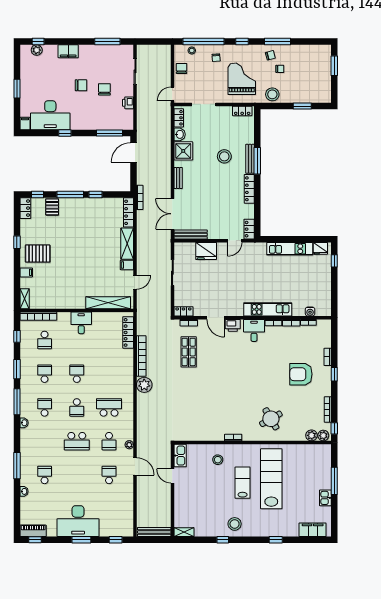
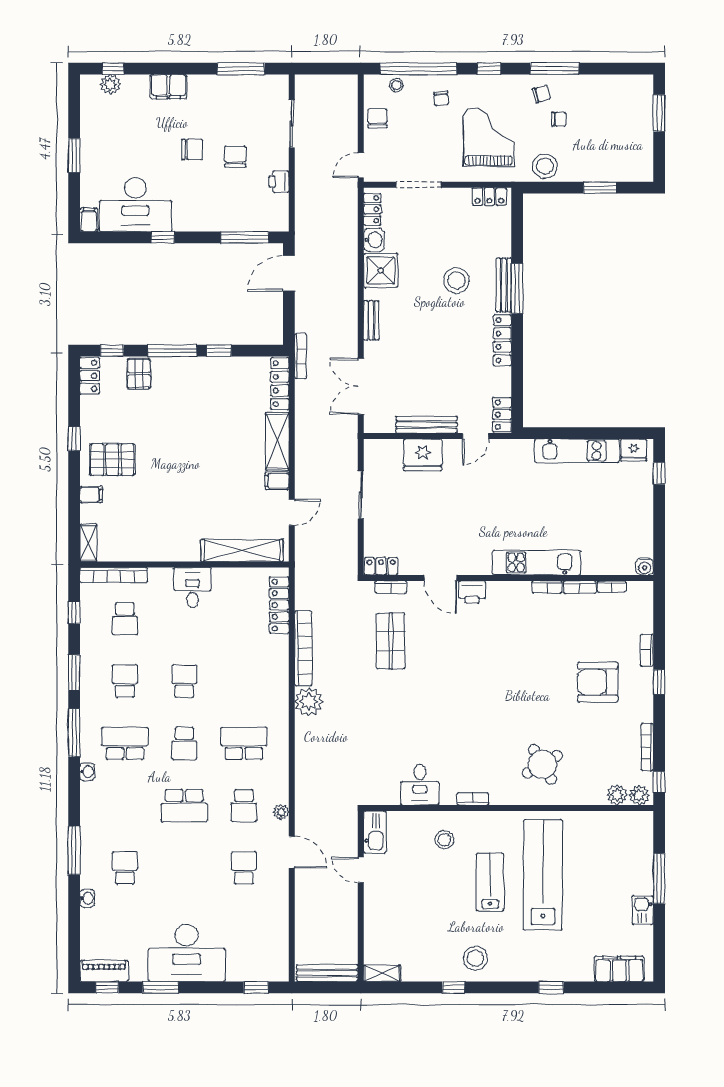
bench: (191, 235) -> (426, 425), moved
water cooler: (310, 312) -> (645, 567), moved
desk: (254, 330) -> (420, 785), moved, turned 180
school desk: (45, 407) -> (125, 743), width x1.85
window: (81, 540) -> (161, 987), moved

